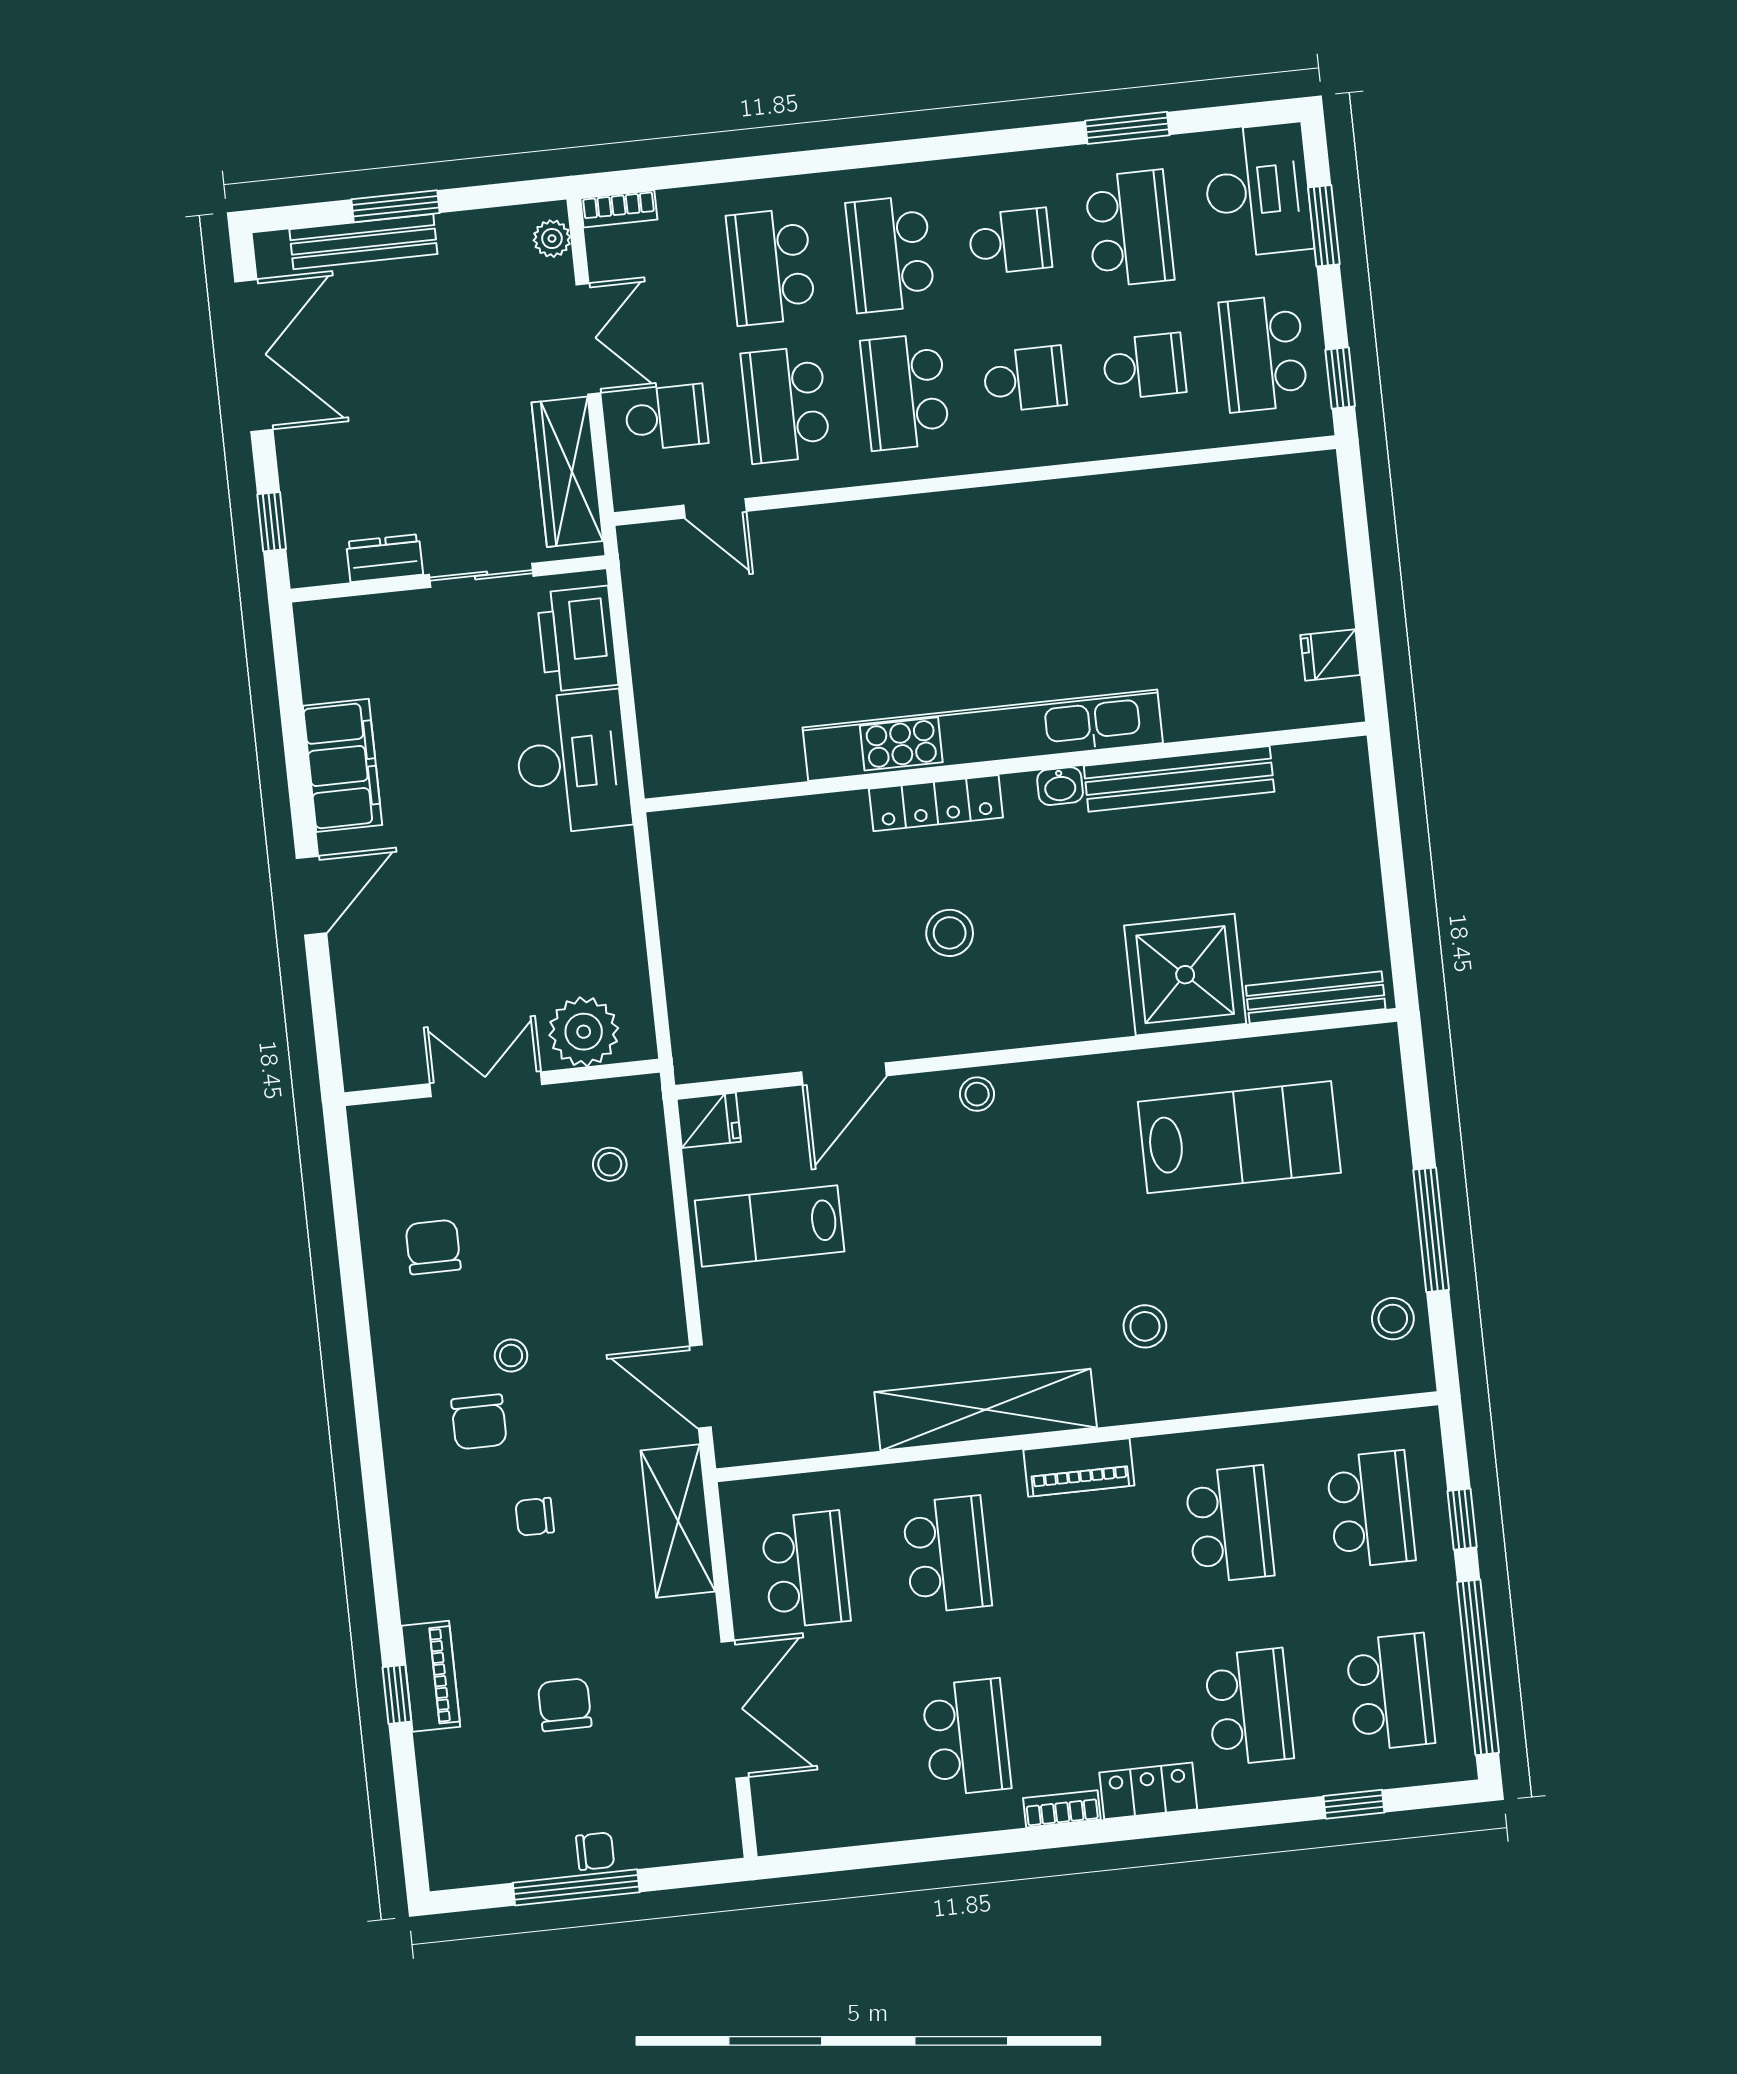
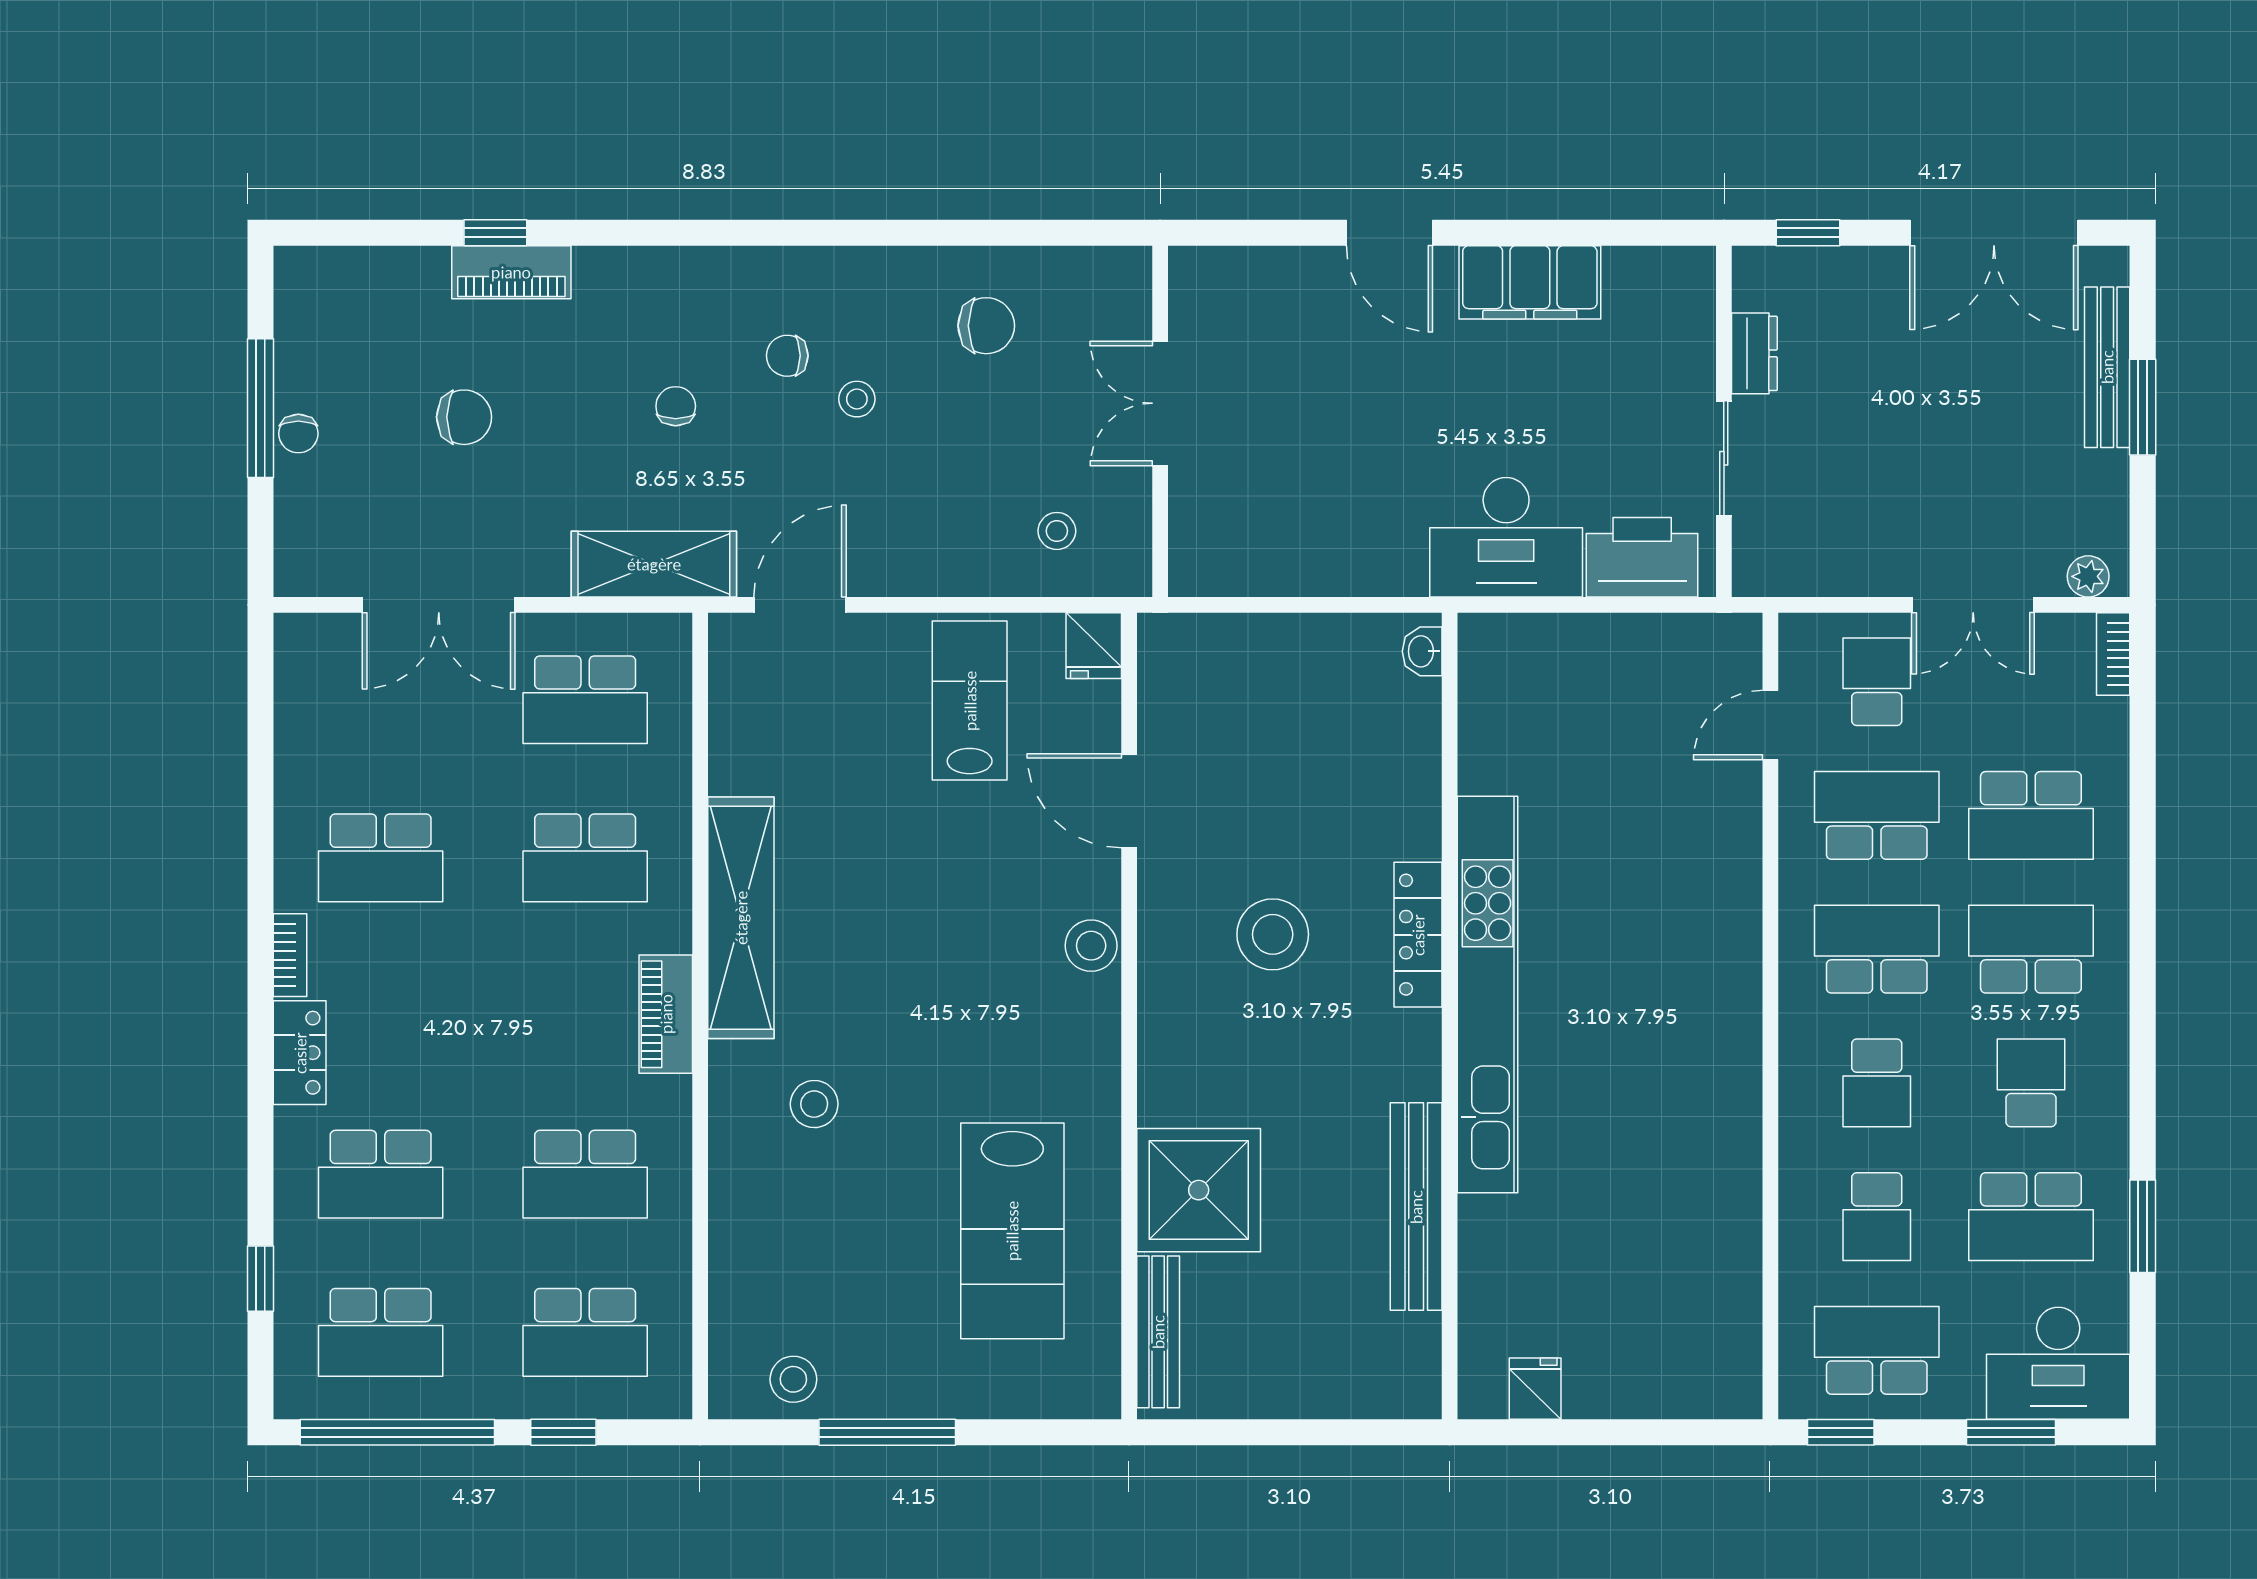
school desk: (1010, 241) -> (2031, 1083), turned 180
school desk: (771, 267) -> (2031, 815), turned 180
school desk: (666, 417) -> (1877, 682), turned 180
wardrobe: (567, 472) -> (1828, 566), removed
washbasin: (1060, 786) -> (1422, 651), moved
stool: (950, 933) -> (1273, 934), width x1.38, depth x1.38
plant: (584, 1032) -> (1207, 518), removed
double door: (486, 1084) -> (1160, 403), swing flipped
stool: (977, 1094) -> (1091, 946), width x1.37, depth x1.37
chair: (479, 1422) -> (787, 356), width x0.73, depth x0.73

